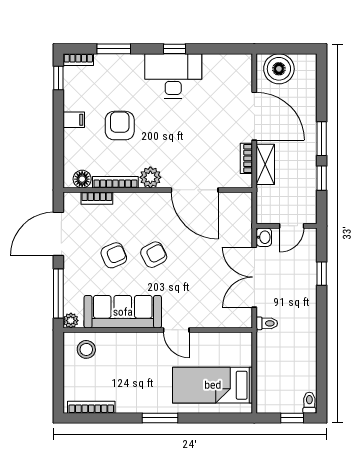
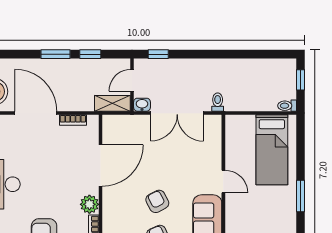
door: (254, 116) -> (36, 113), hinge flipped
shelving: (265, 164) -> (112, 103), moved
door: (292, 226) -> (132, 80), swing flipped
window: (322, 274) -> (158, 54), moved
door: (176, 330) -> (223, 182), hinge flipped
toilet: (309, 403) -> (287, 106), moved

